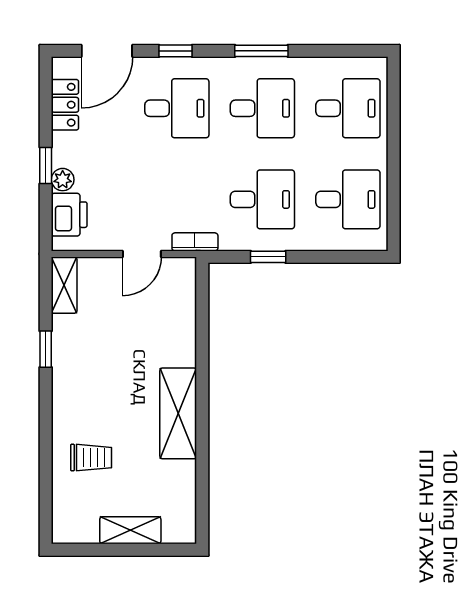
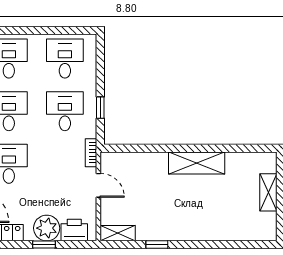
plant: (63, 180) -> (47, 228), width x1.87, depth x1.87
trolley: (91, 458) -> (224, 216), removed

